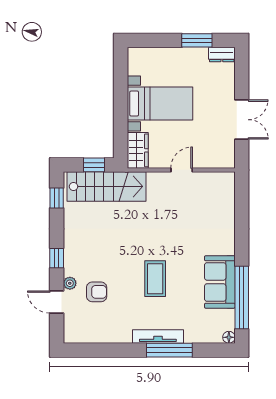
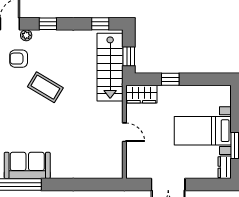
bed with nightstands: (160, 104) -> (203, 131), moved, turned 90
window: (121, 117) -> (170, 79), added
coffee table: (155, 279) -> (45, 87), moved, turned 31
armchair: (97, 292) -> (19, 59), turned 90

